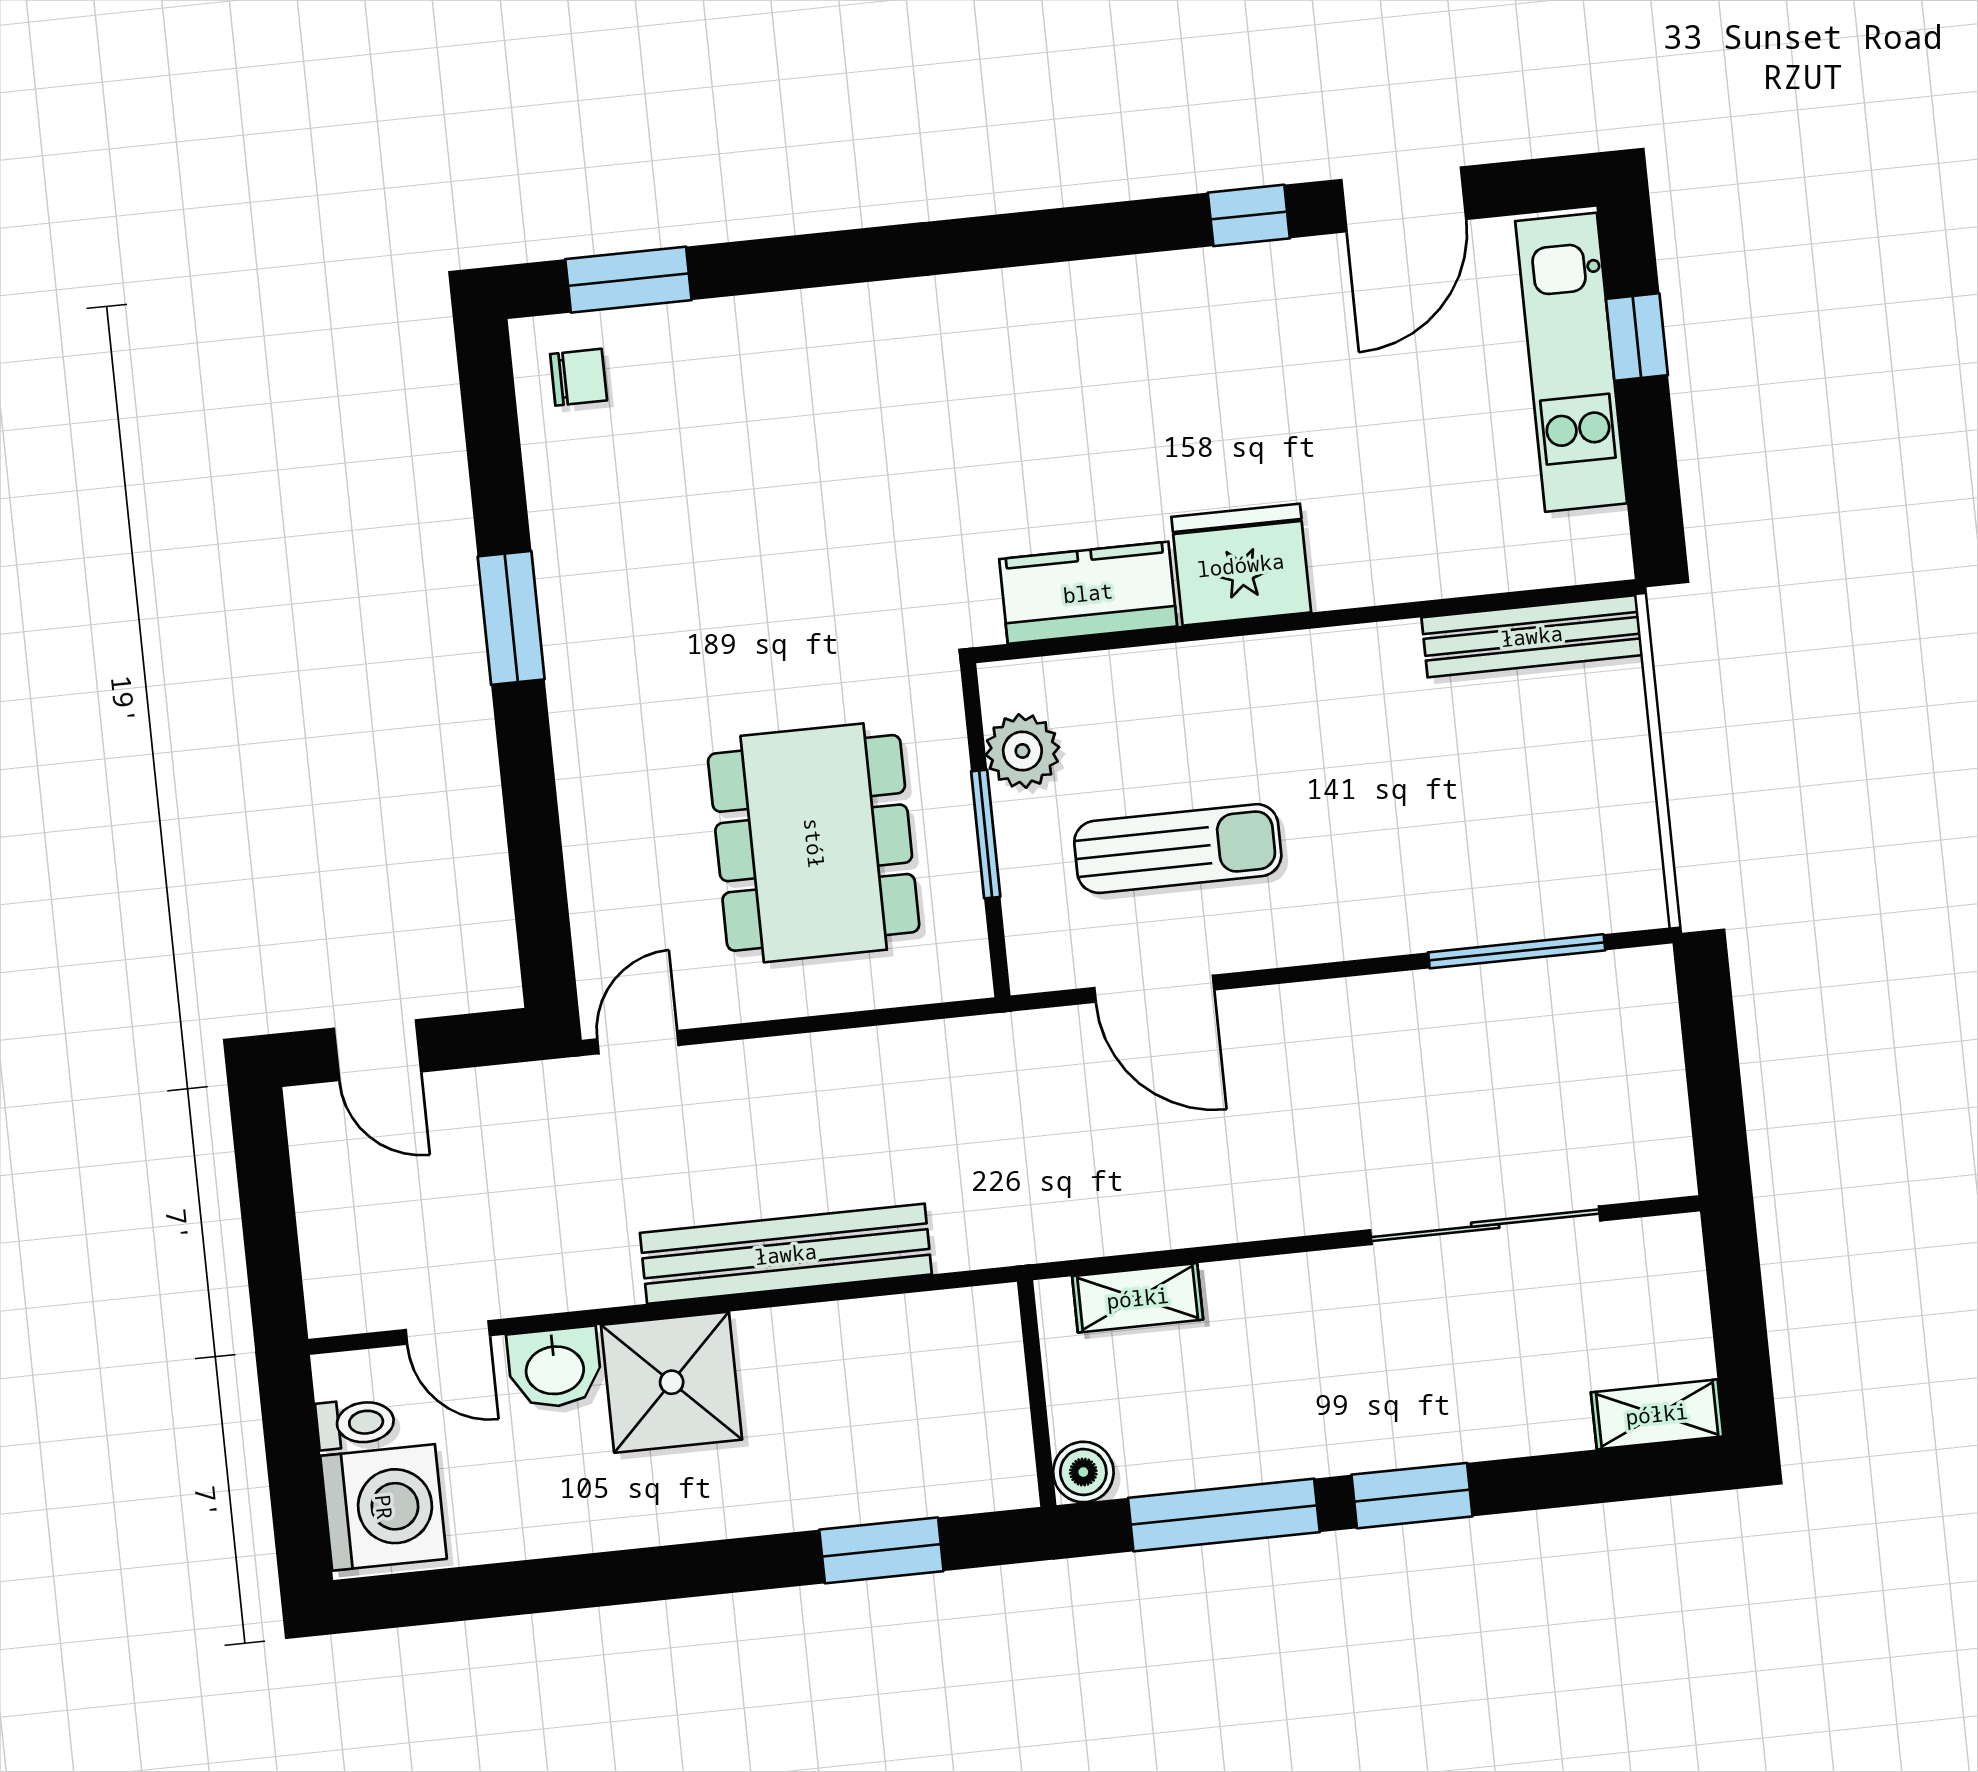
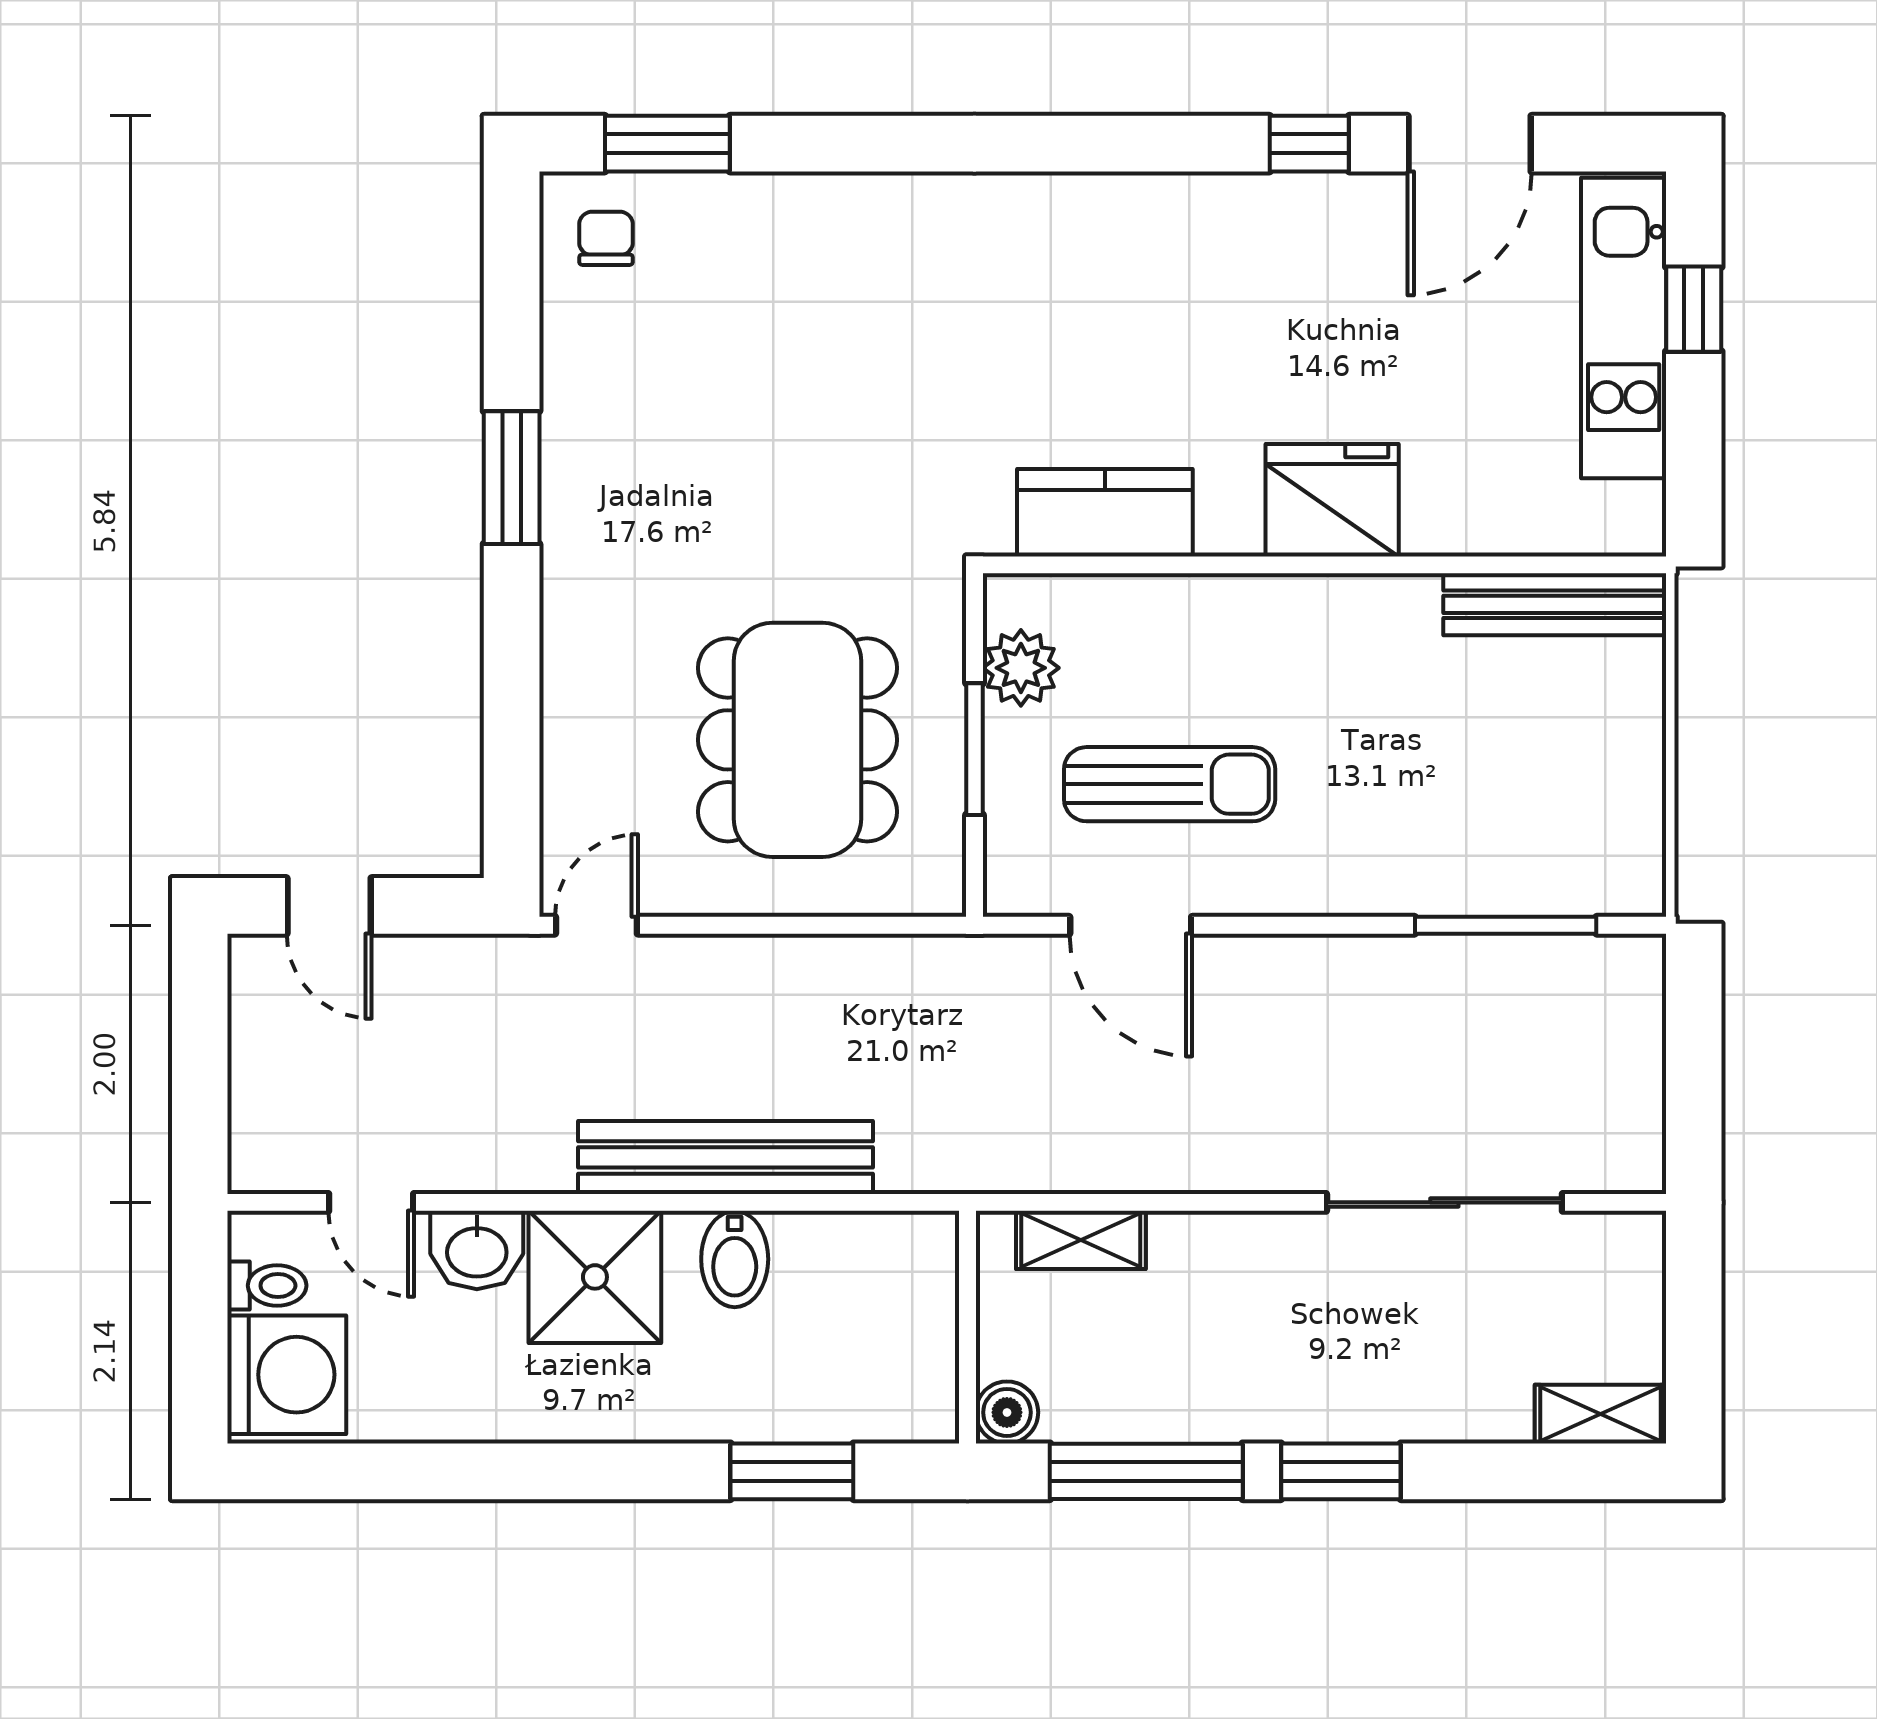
chair: (579, 377) -> (606, 238), turned -90
fridge: (1241, 565) -> (1332, 500), moved
bidet: (805, 1351) -> (735, 1259), added

